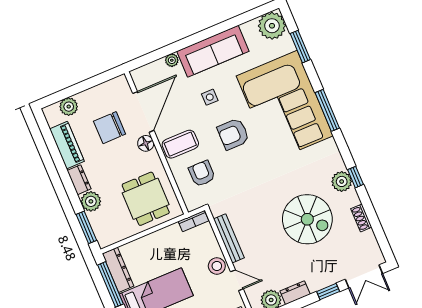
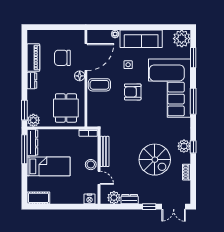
plant: (69, 107) -> (44, 36), removed
armchair: (202, 174) -> (105, 107), removed
plant: (91, 201) -> (33, 120), moved

